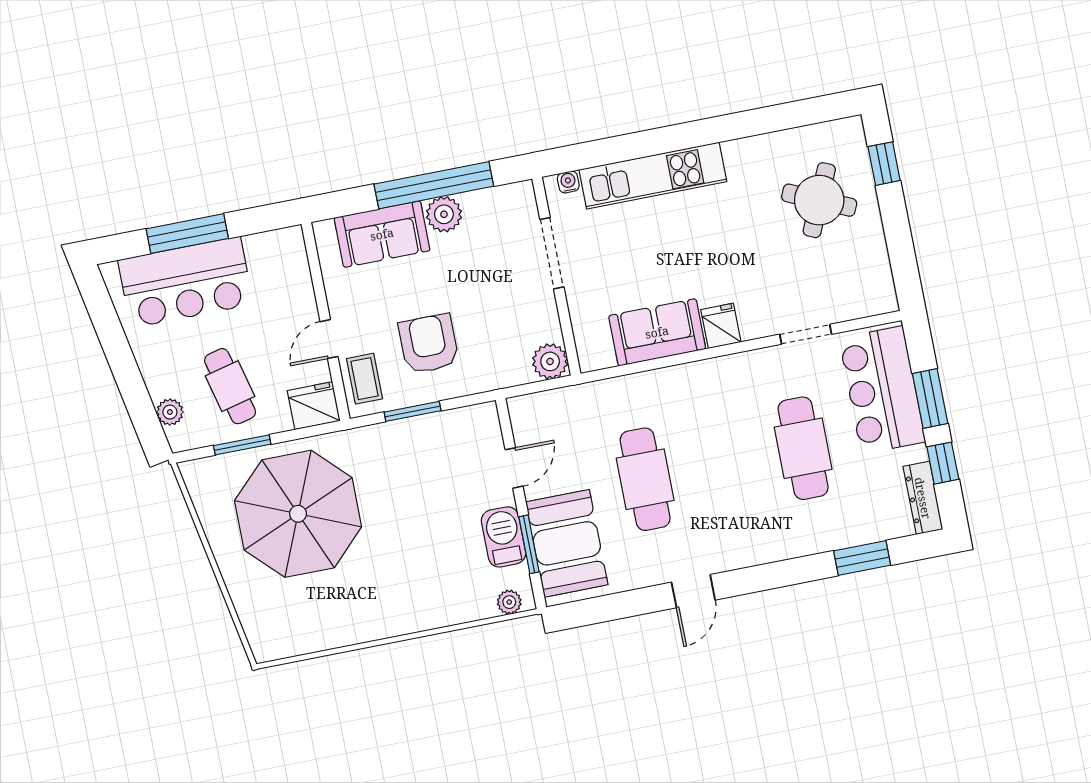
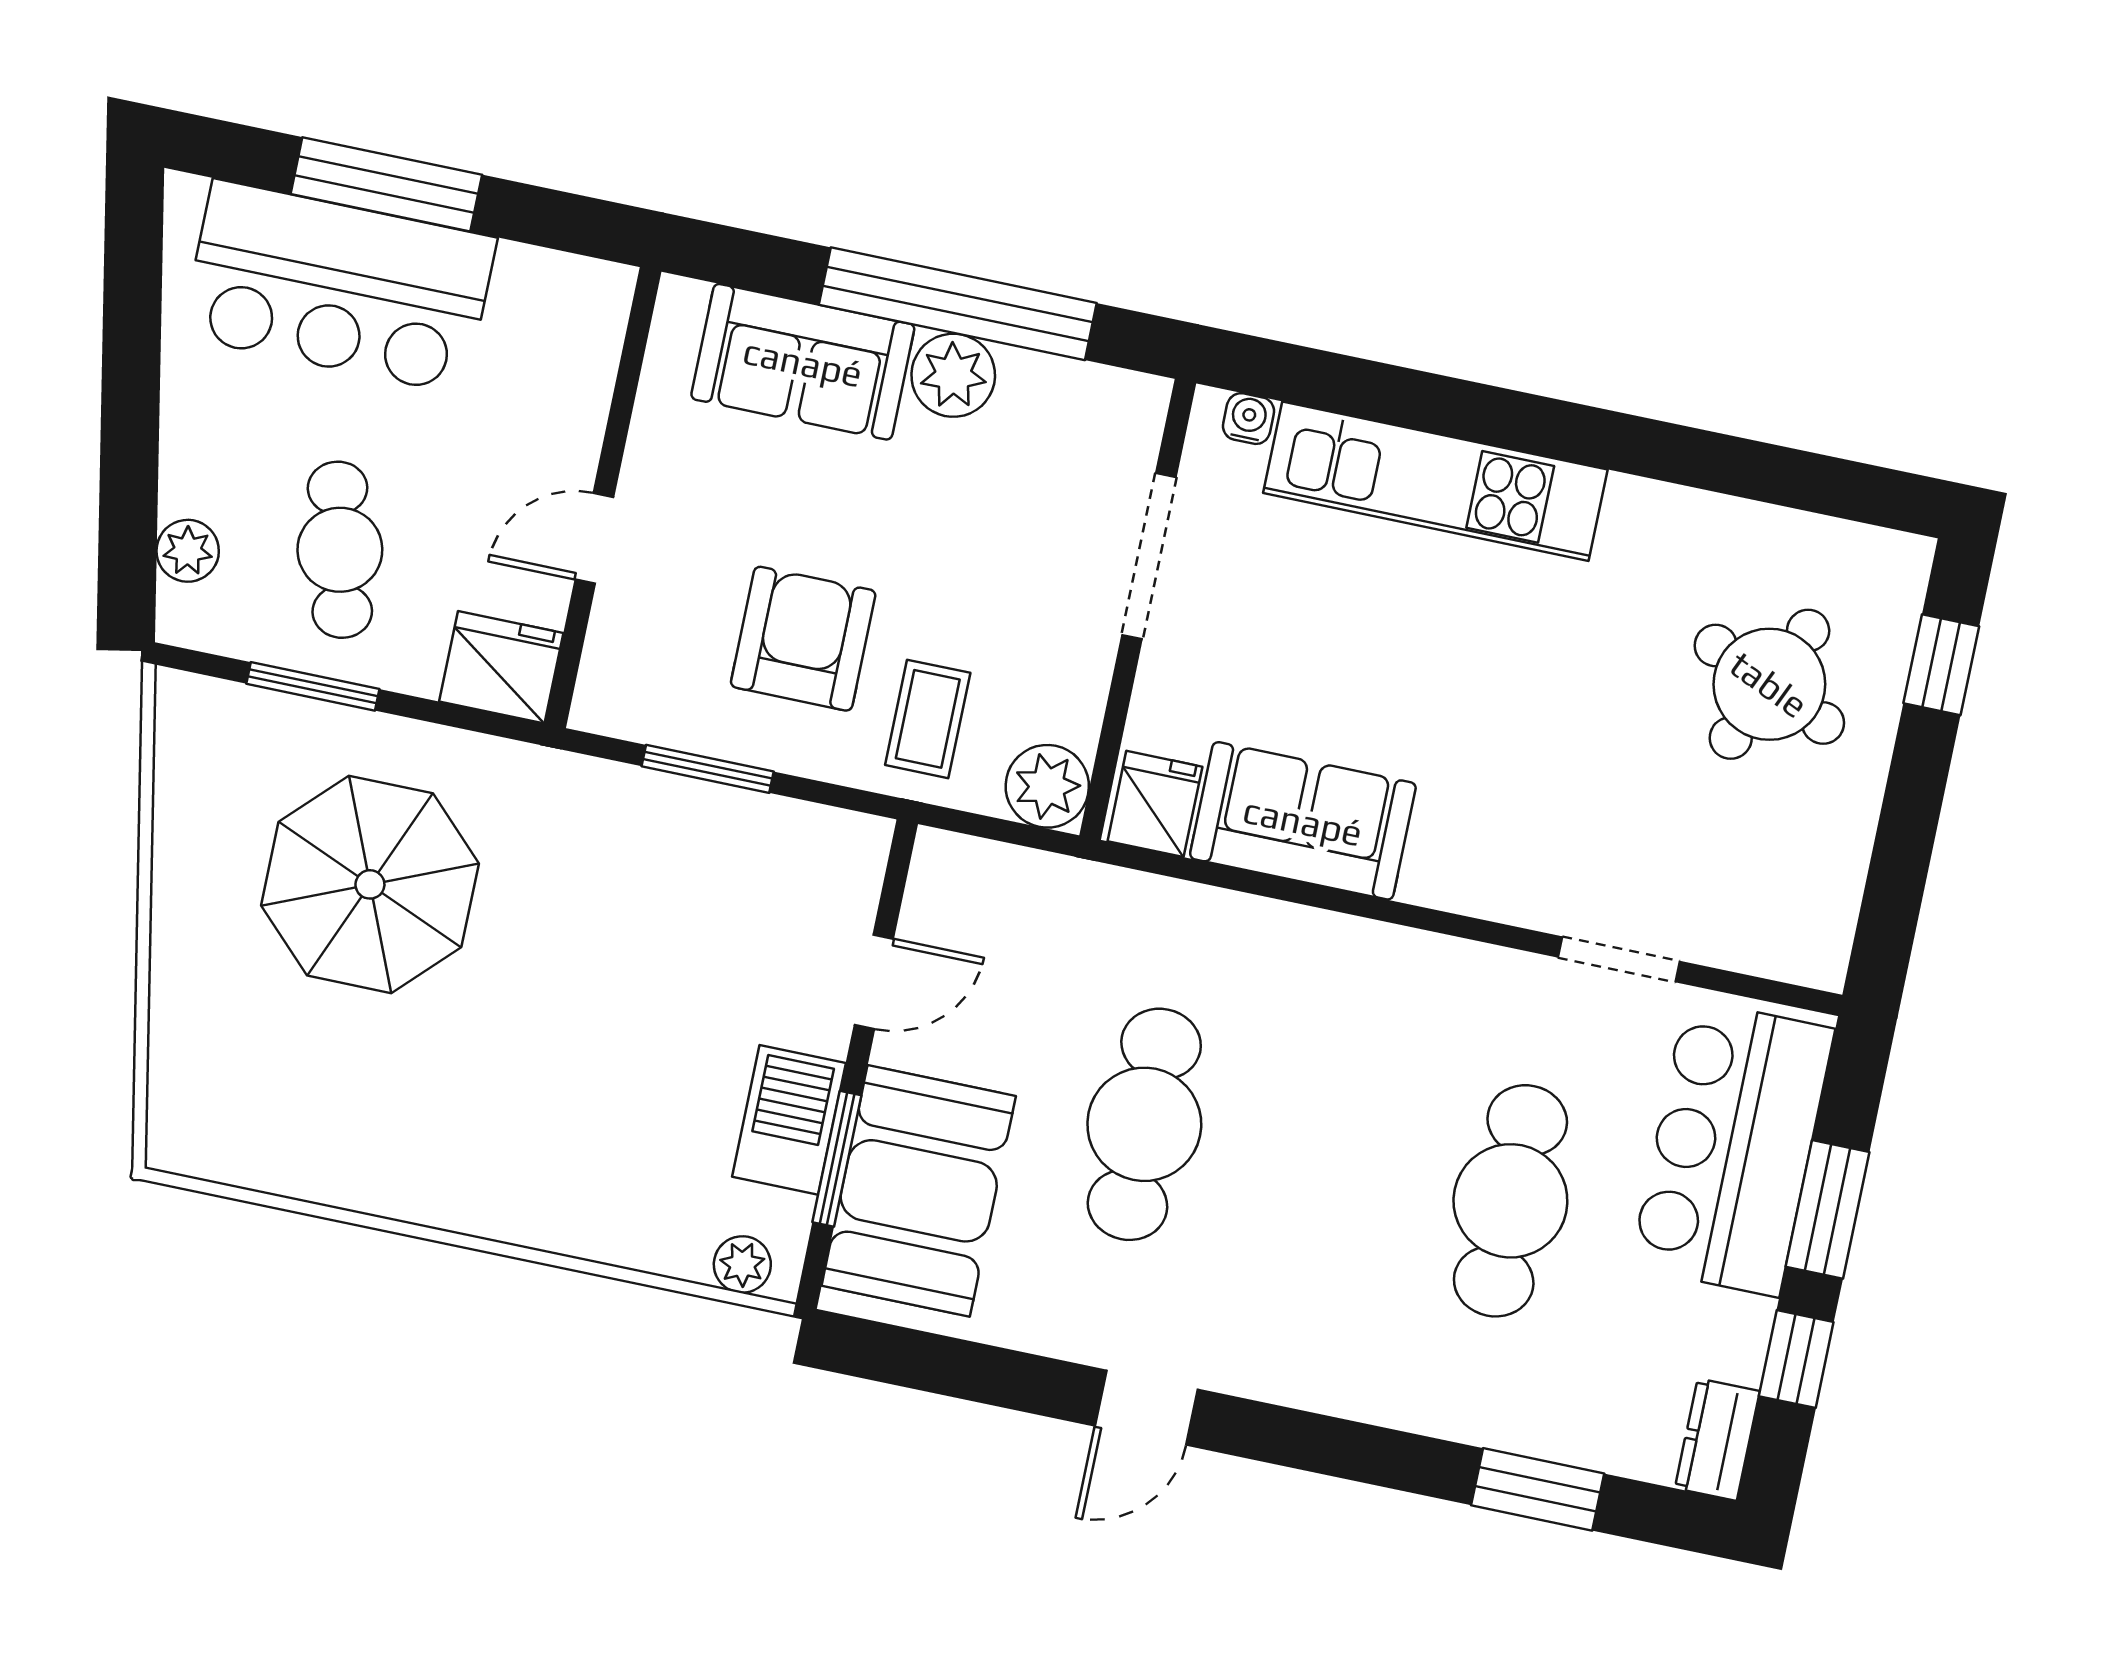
fridge: (721, 326) -> (1155, 804), moved
coffee table: (365, 379) -> (928, 719), moved
dresser: (923, 498) -> (1717, 1440), width x0.70
parasol: (298, 514) -> (370, 884), width x0.73, depth x0.73

